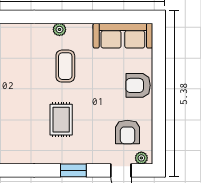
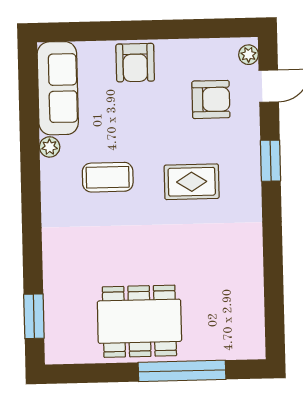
plant: (59, 29) -> (50, 147), moved
armchair: (127, 132) -> (211, 99), moved

